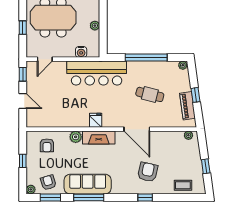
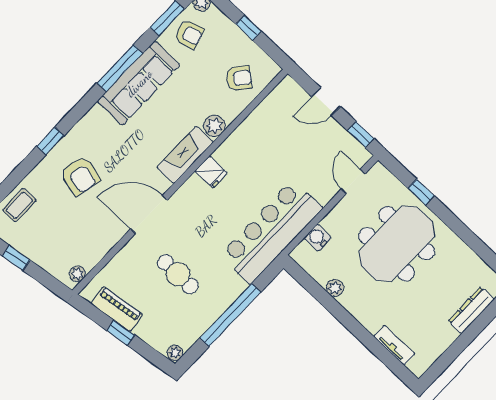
cafe table: (150, 94) -> (178, 274), turned 76
armchair: (47, 145) -> (239, 78), turned 129

